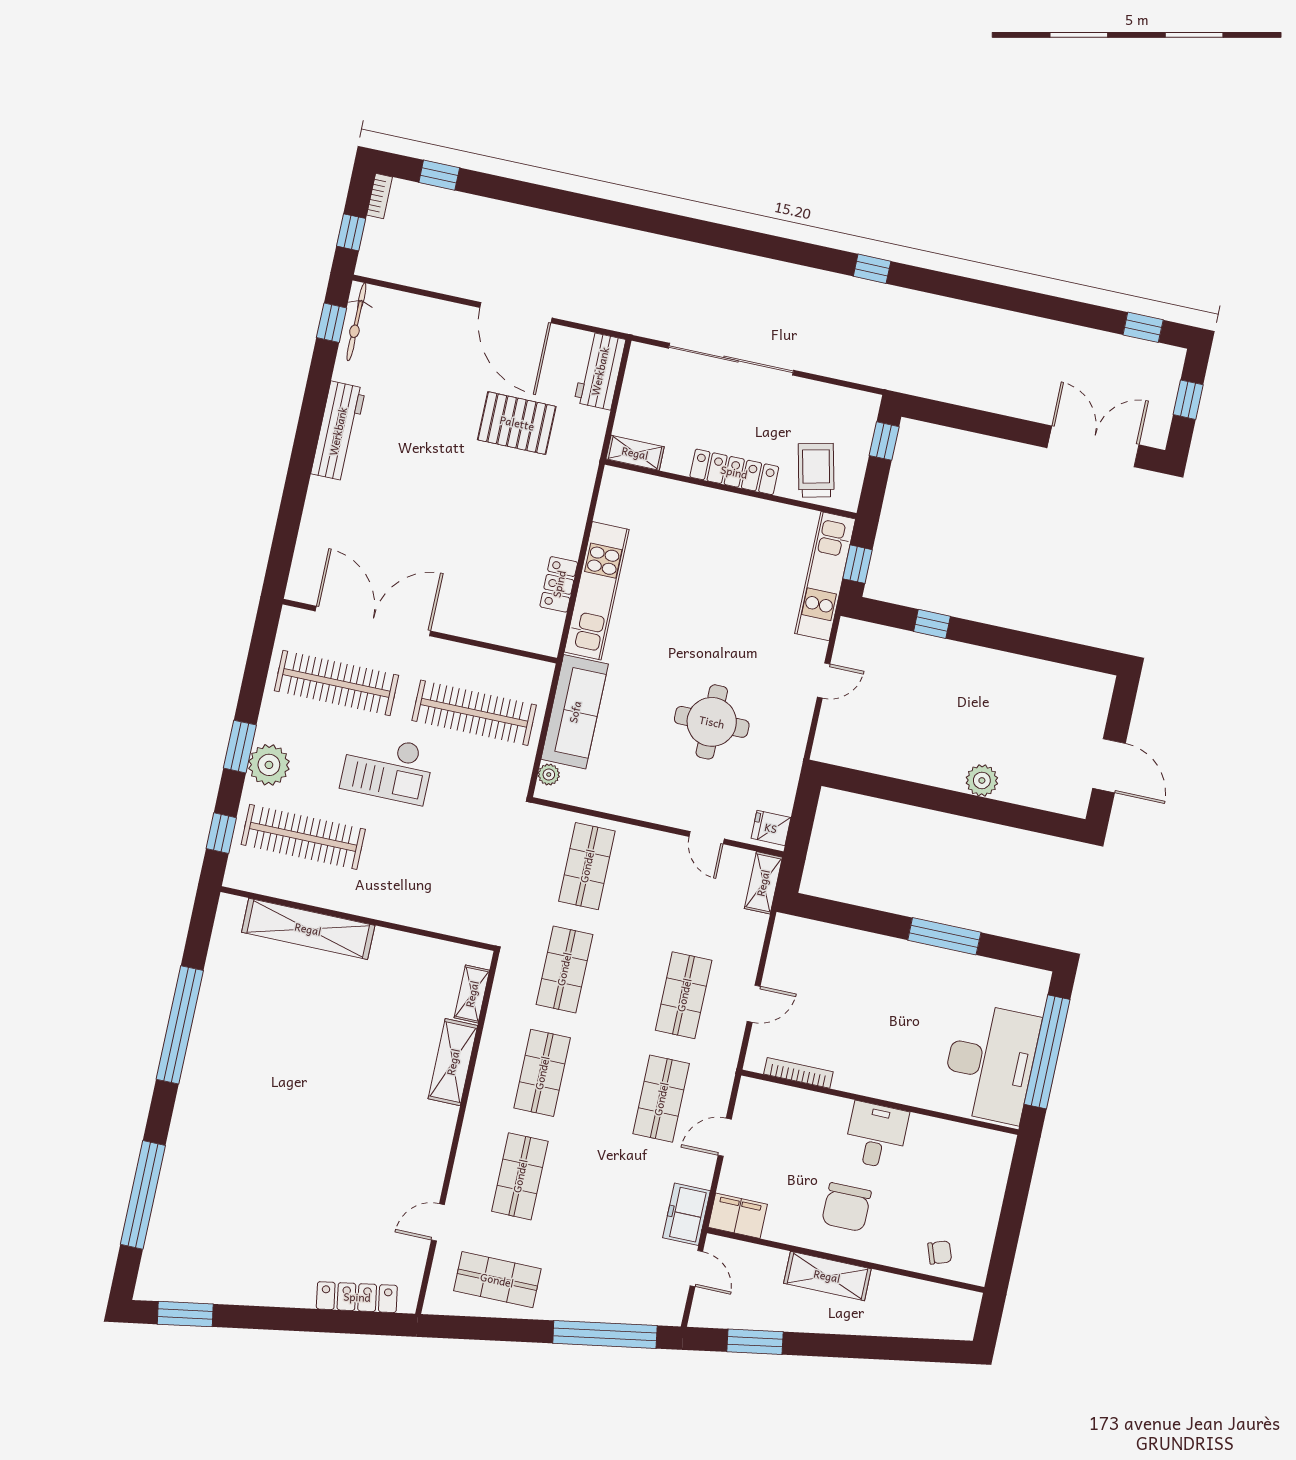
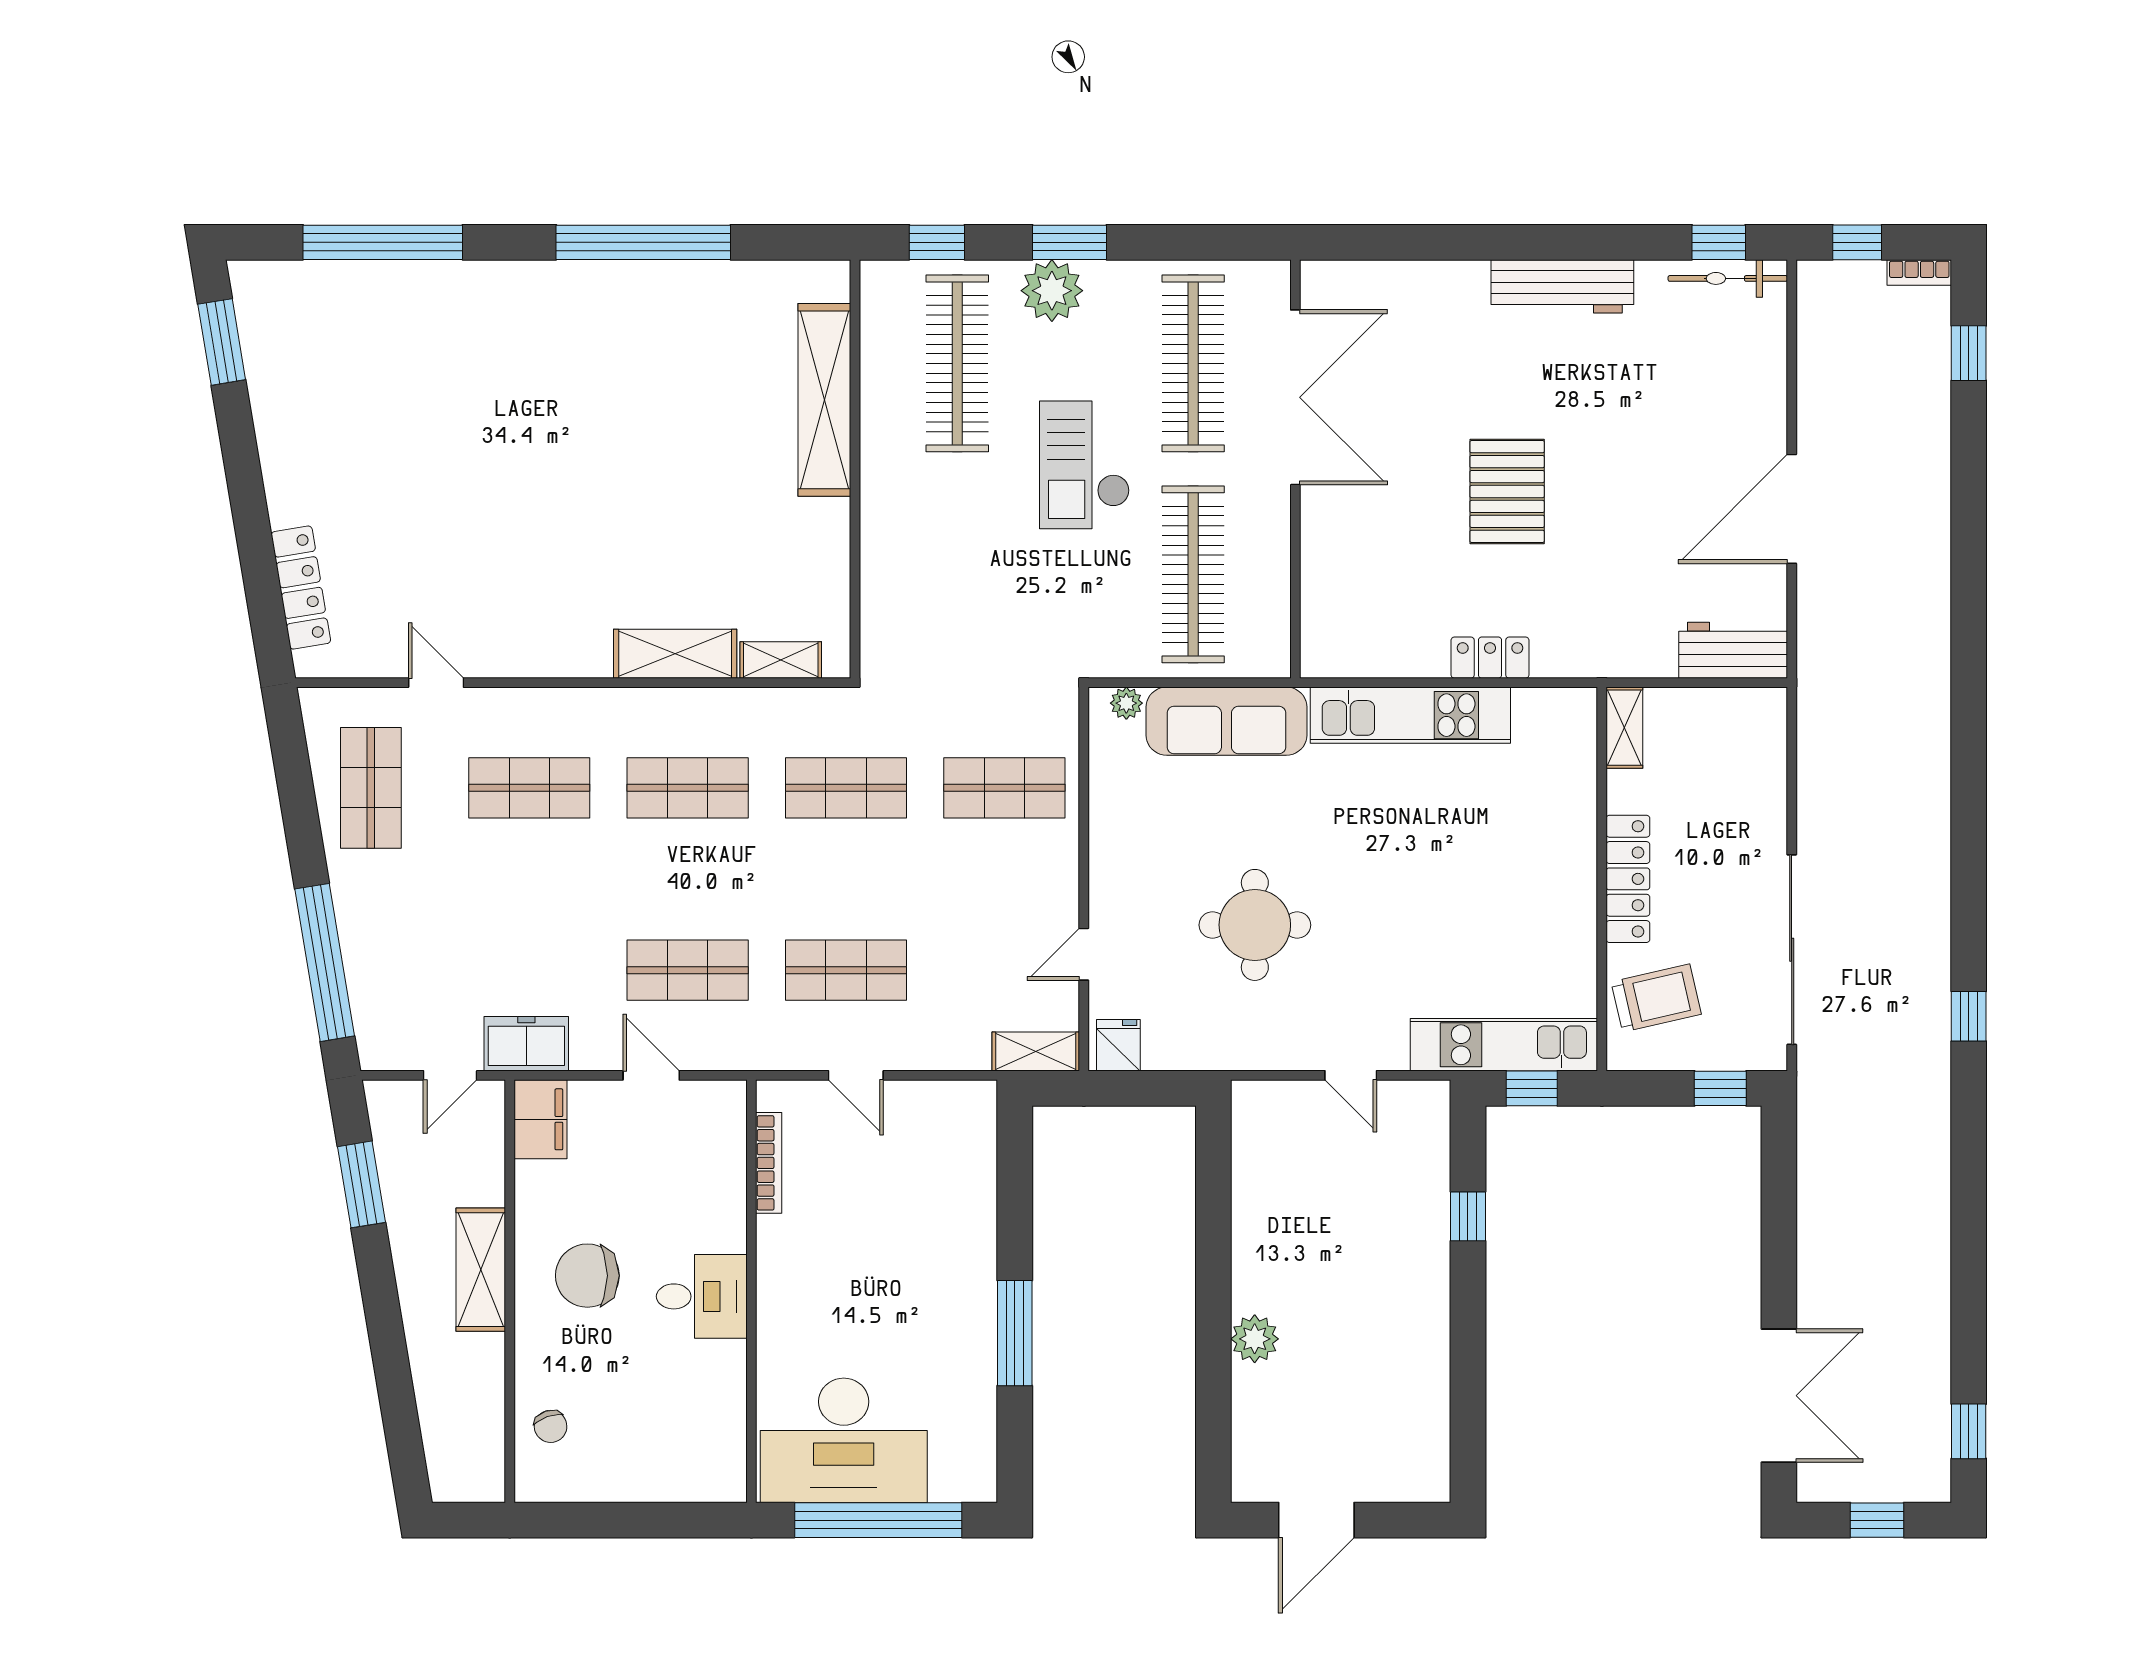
sliding door: (731, 359) -> (1792, 950), moved
pallet: (517, 423) -> (1507, 492), moved
locker: (559, 584) -> (1490, 658), moved

